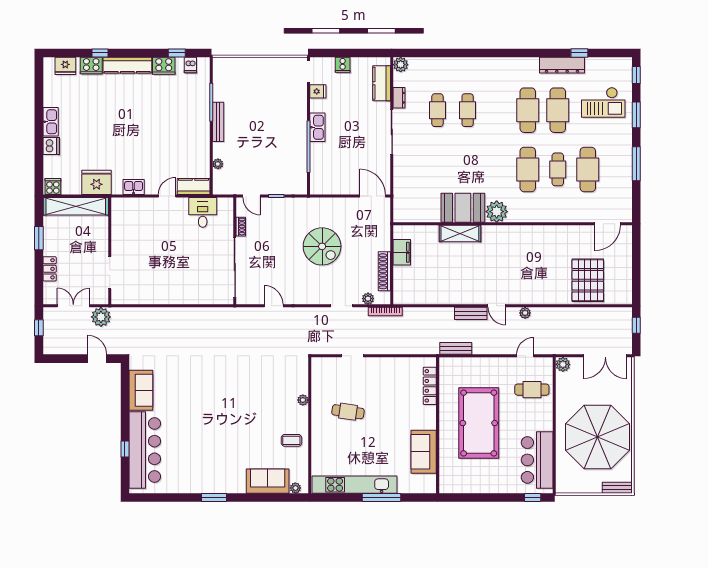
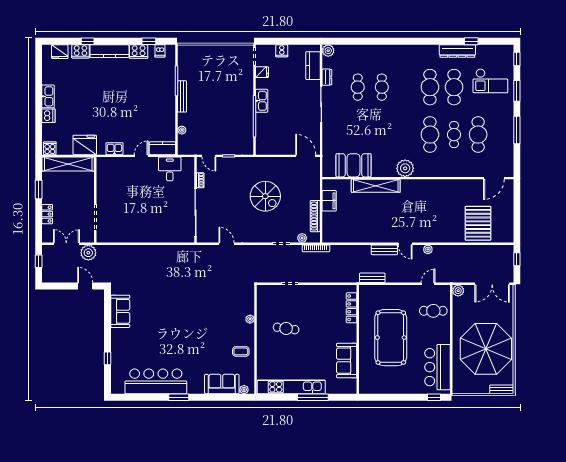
booth: (463, 208) -> (353, 165), moved
shelving: (460, 234) -> (376, 186), width x1.47
bar counter: (145, 450) -> (156, 381), moved, turned -90

